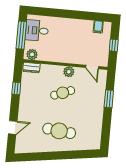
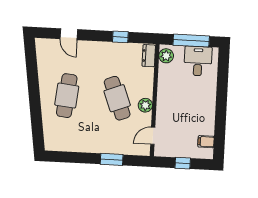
cafe table: (63, 93) -> (117, 98), width x1.37, depth x1.35

